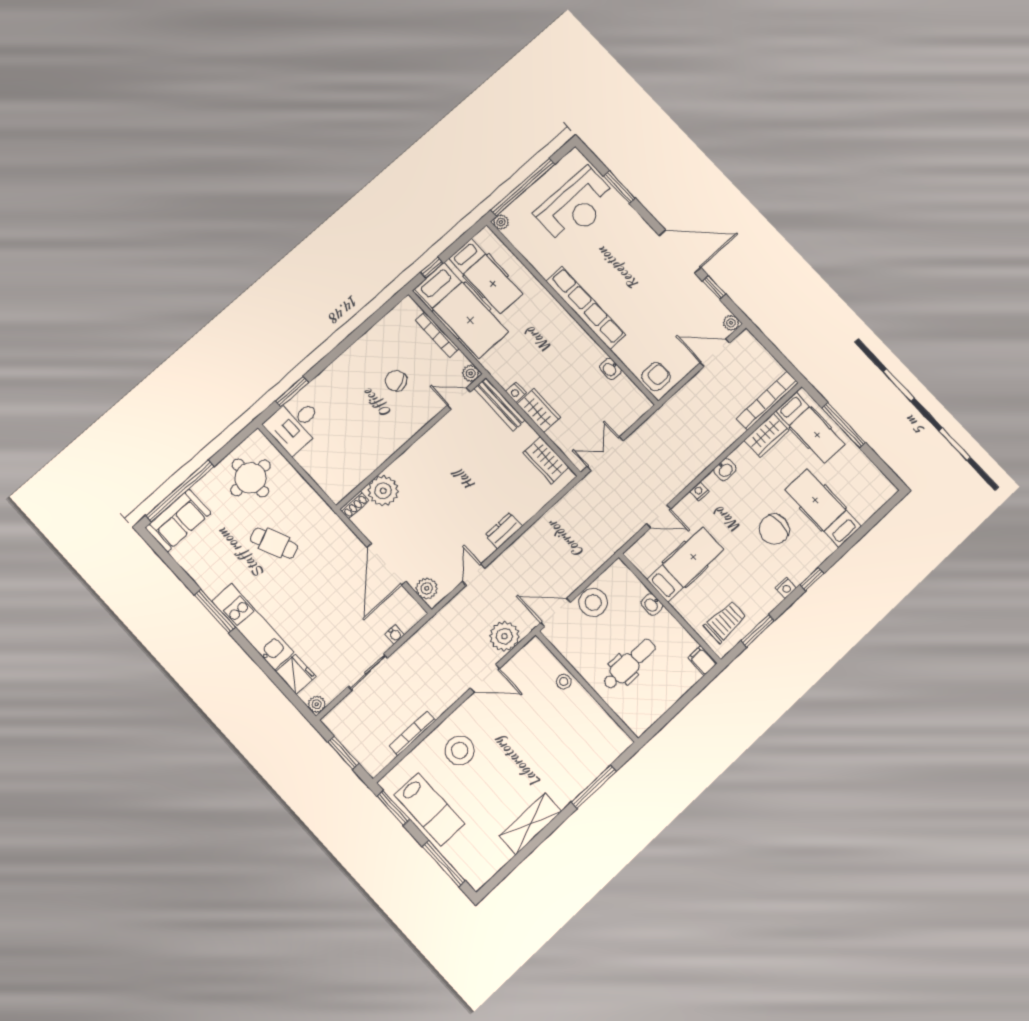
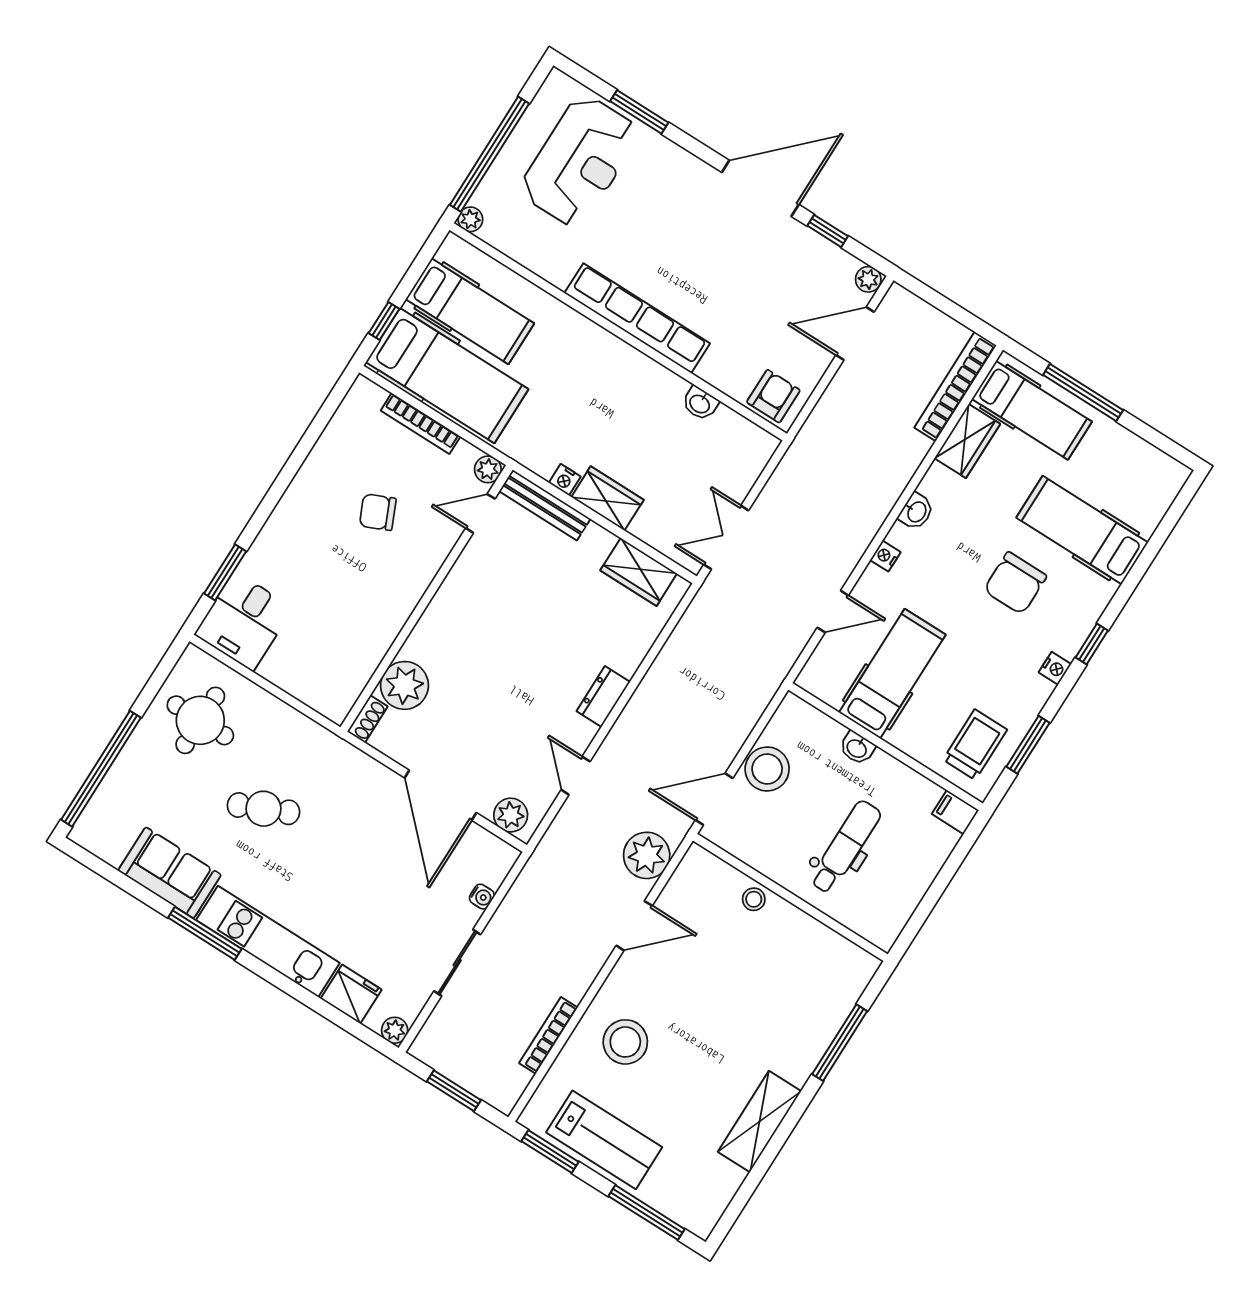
sofa: (178, 520) -> (170, 873), moved, turned -90

